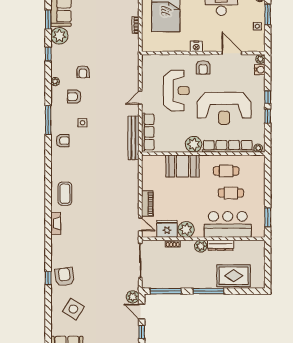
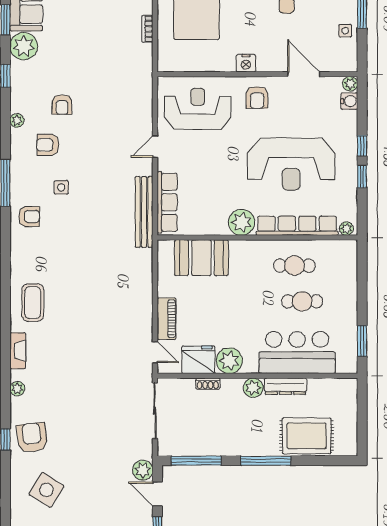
reception desk: (176, 91) -> (198, 109), moved, turned -90
booth: (182, 166) -> (201, 258), moved
plant: (55, 247) -> (17, 389), added

